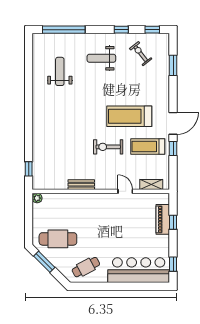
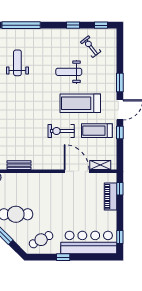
weight bench: (101, 58) -> (69, 72), moved
window: (173, 65) -> (120, 82), moved
bench: (81, 185) -> (19, 165), moved
door: (125, 191) -> (77, 171), width x1.88
window: (173, 222) -> (120, 189), moved
window: (110, 286) -> (63, 257), added

